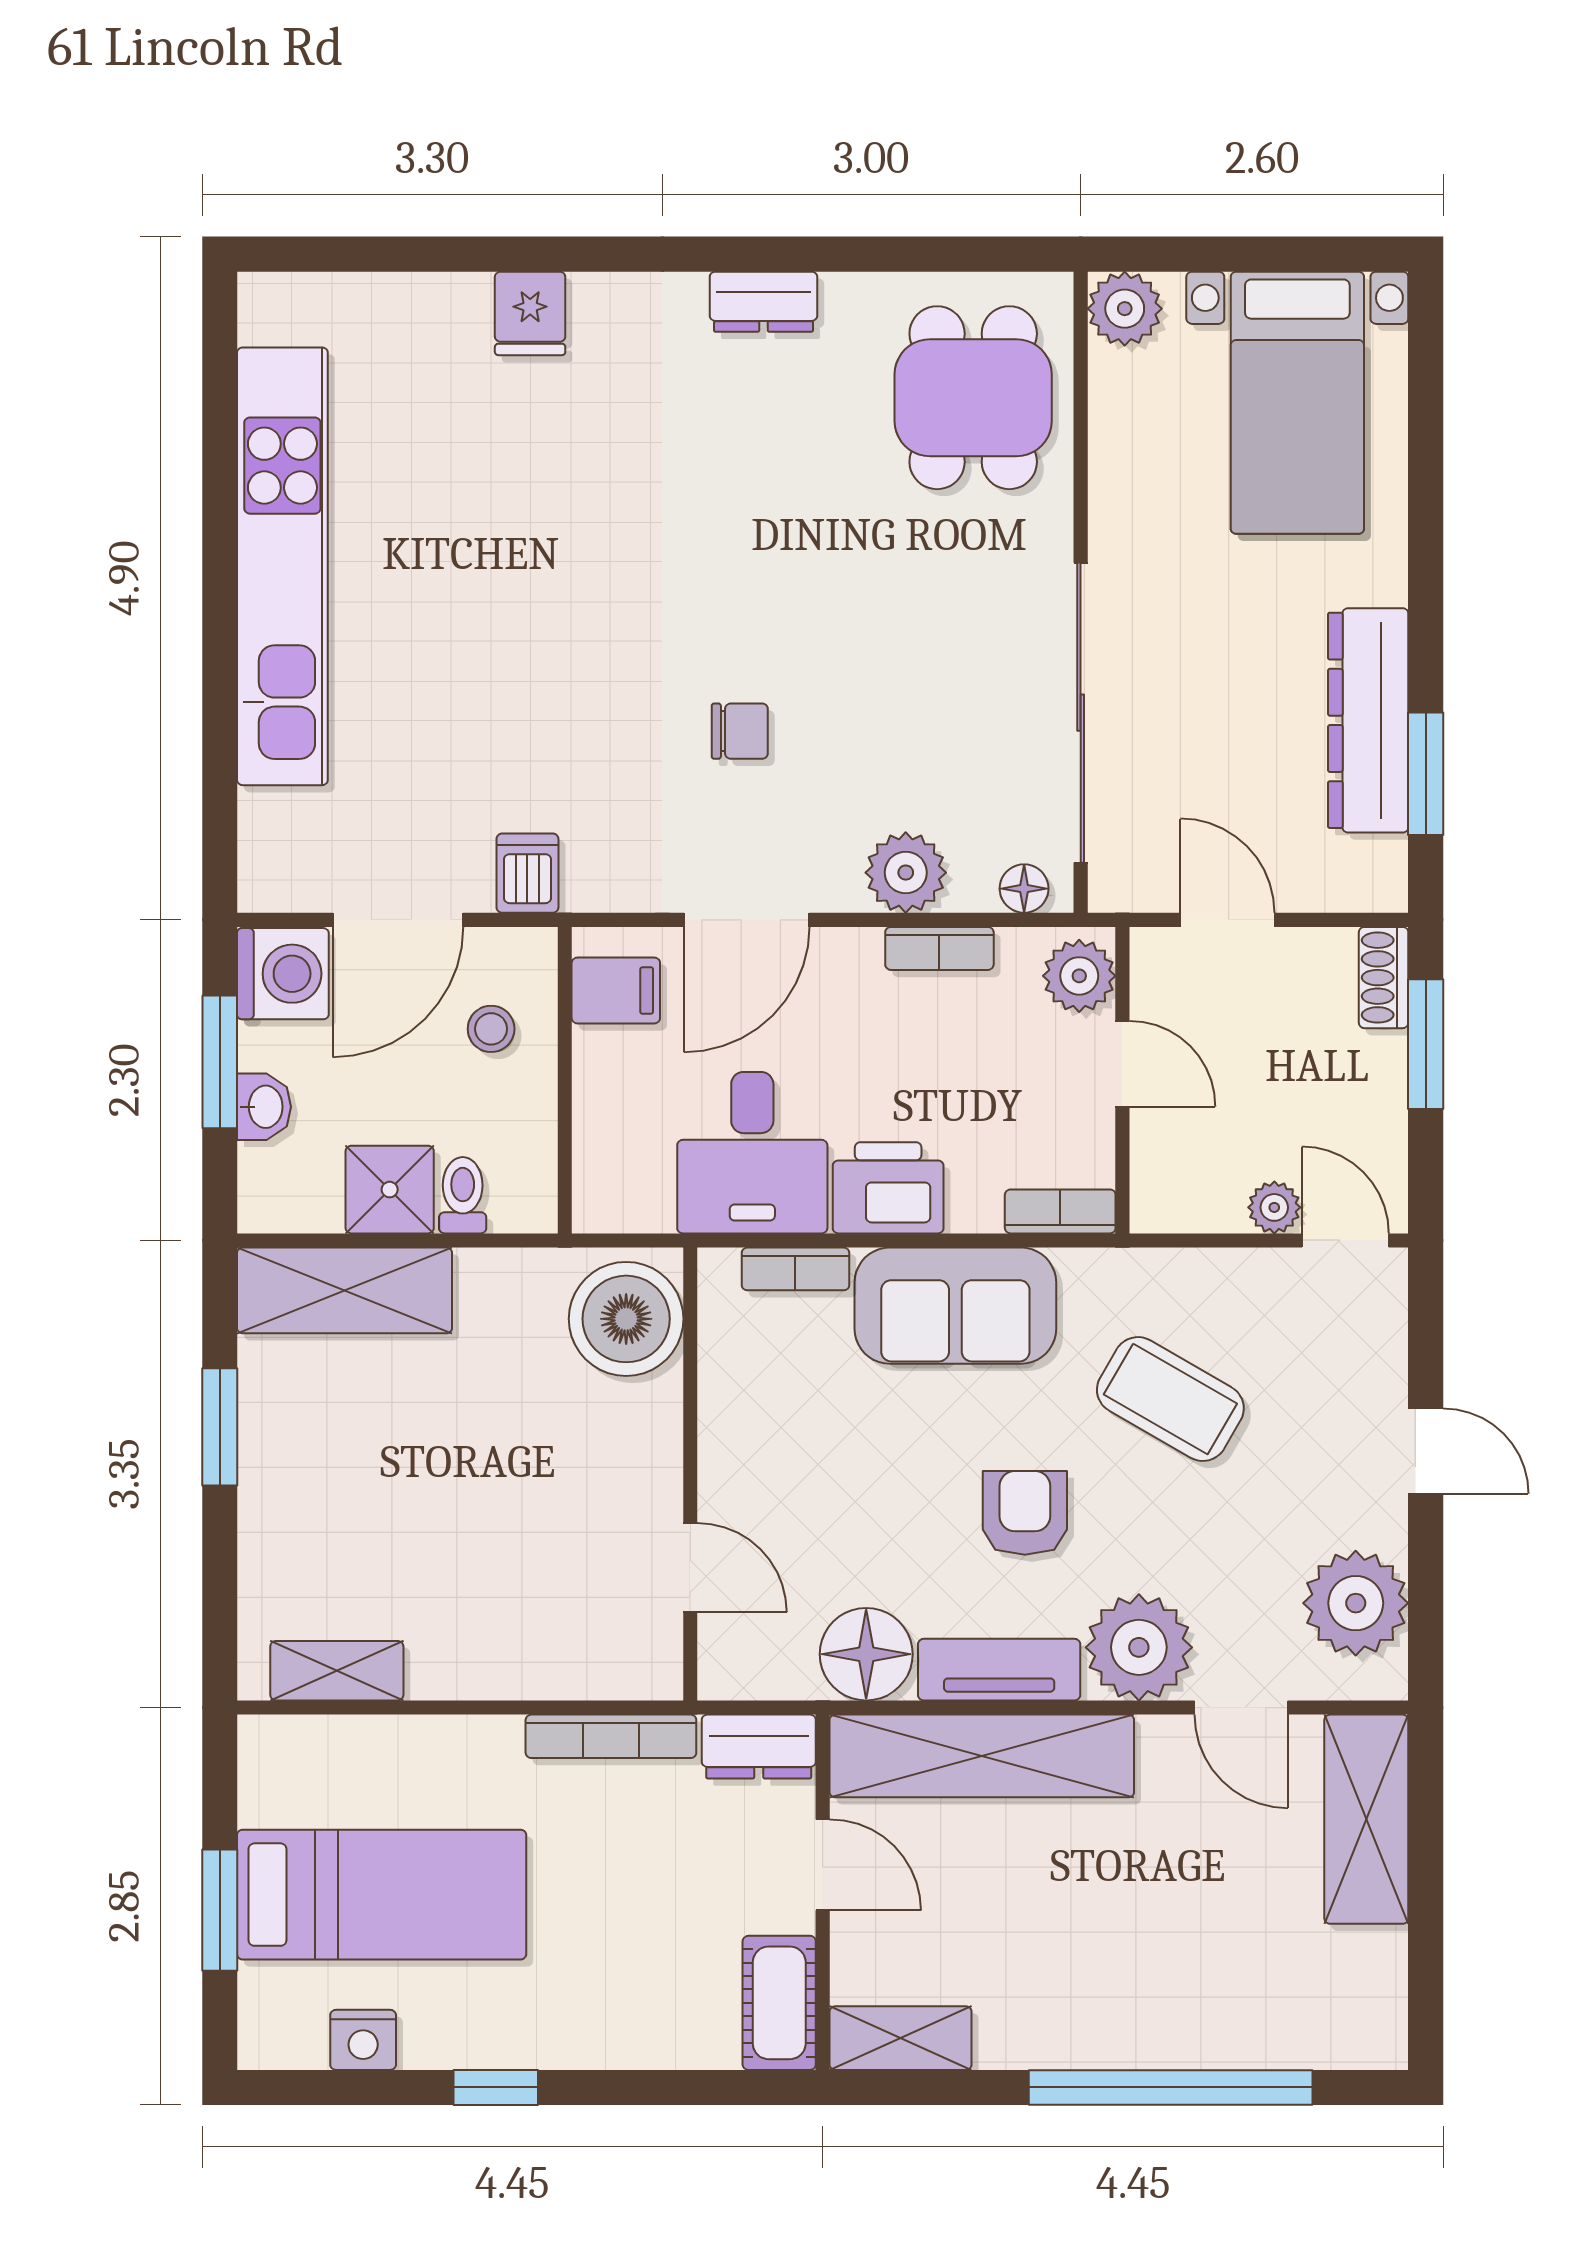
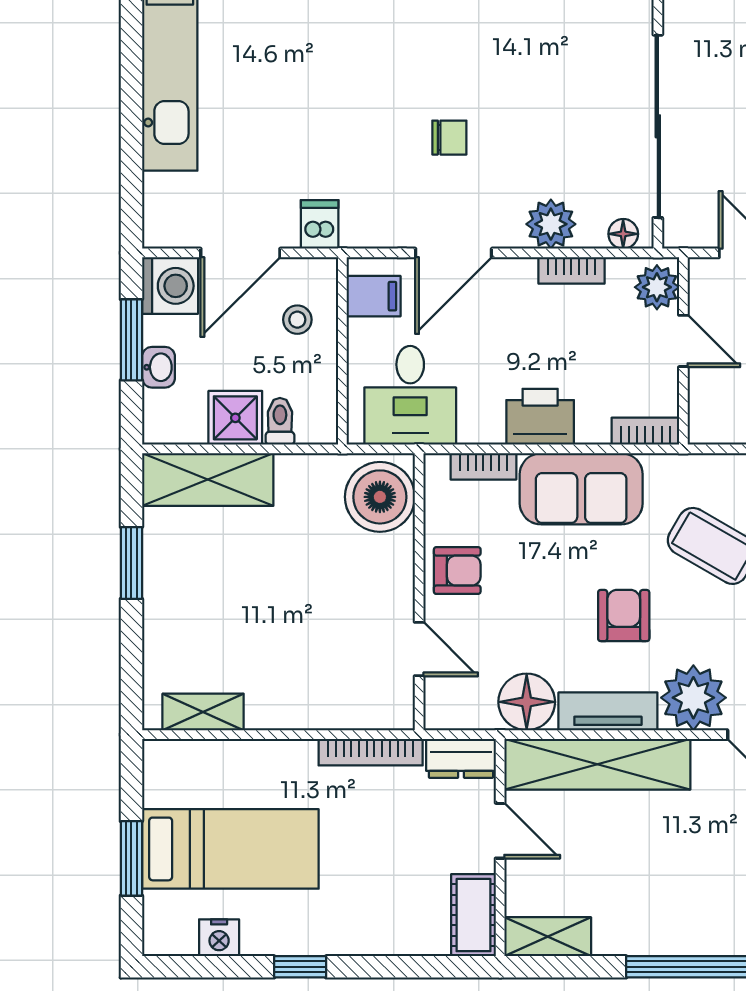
desk: (752, 1153) -> (410, 395), moved
armchair: (753, 1439) -> (457, 571), added

